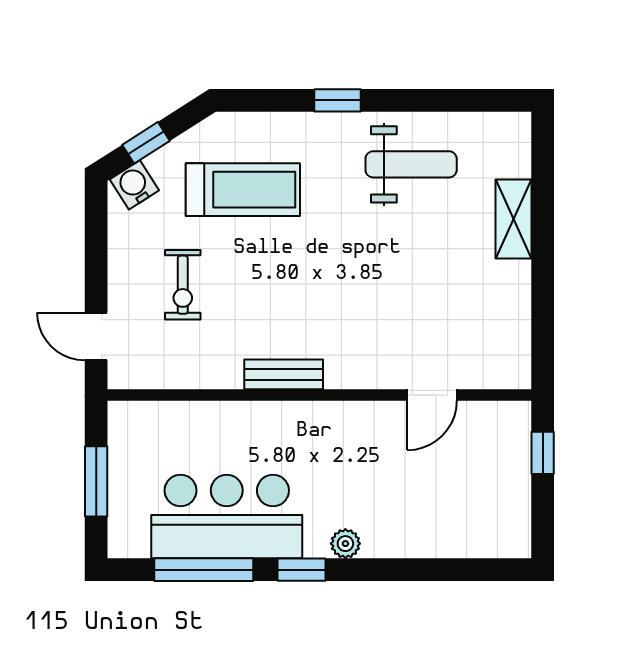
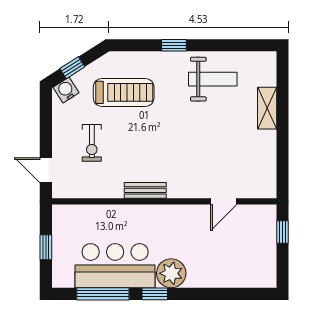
window: (96, 481) -> (46, 247), width x0.67
plant: (345, 544) -> (171, 273), width x1.87, depth x1.87

